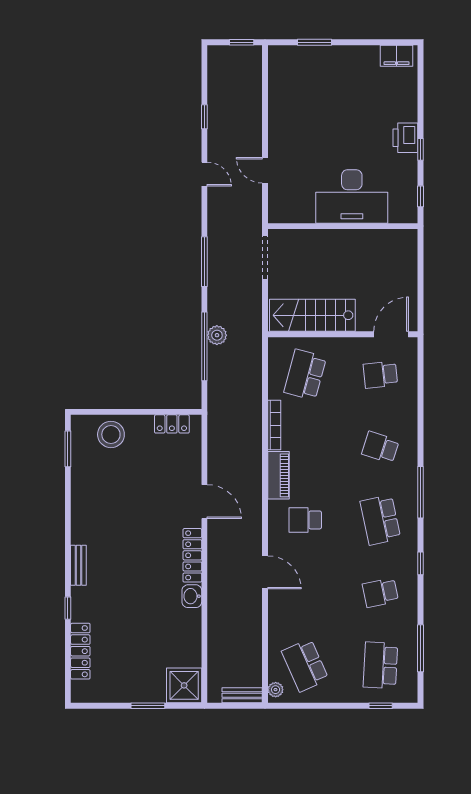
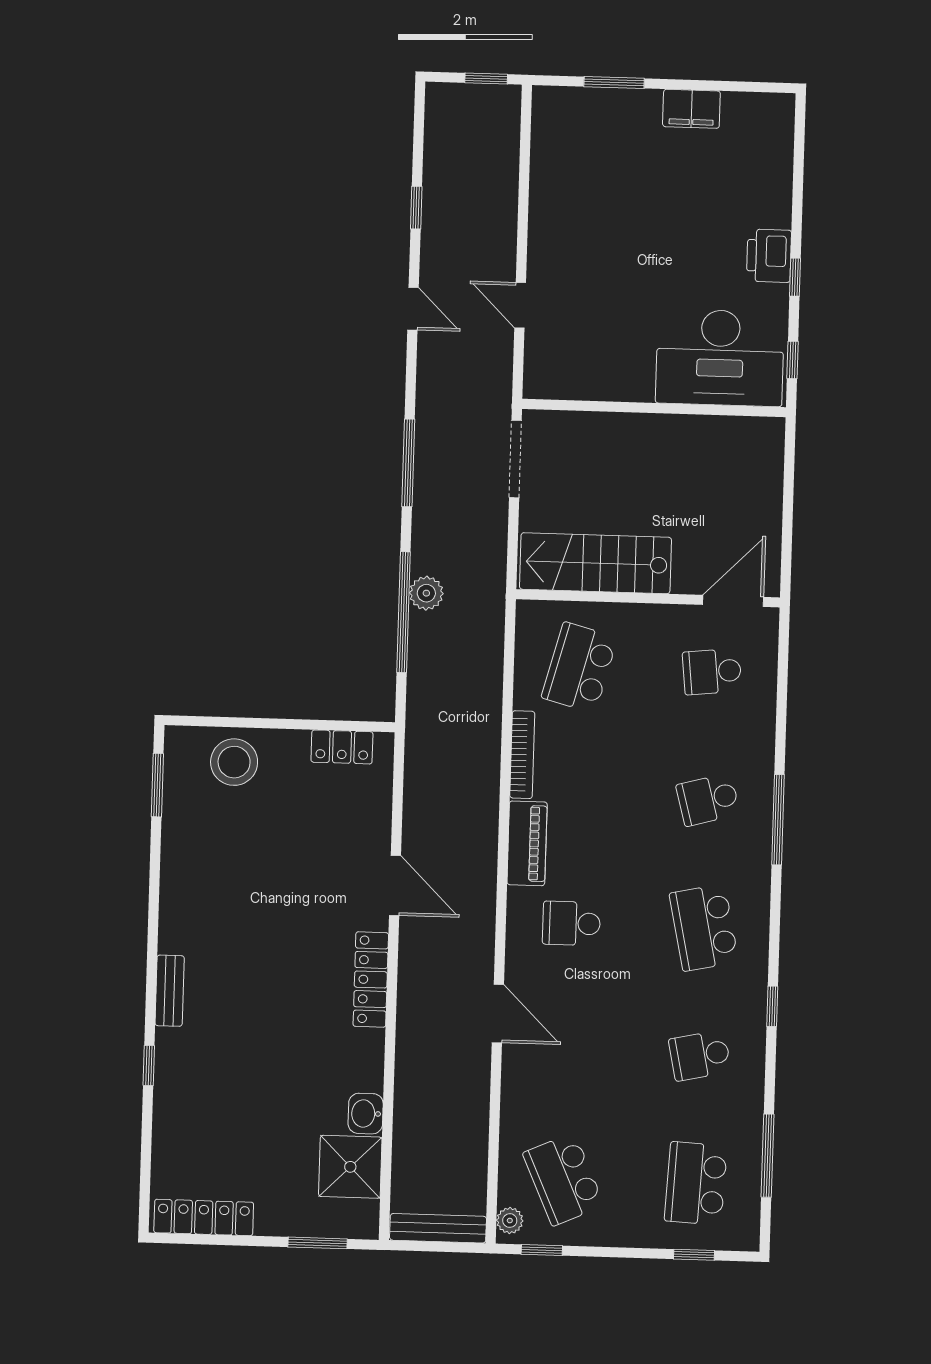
filing cabinet: (397, 56) -> (691, 109), moved
desk: (352, 196) -> (720, 358), moved
school desk: (380, 447) -> (708, 800), turned -33
window: (421, 492) -> (778, 820), moved
washbasin: (192, 596) -> (366, 1114), moved
locker: (80, 651) -> (204, 1217), moved, turned -90
shower: (184, 685) -> (350, 1167), moved
bench: (242, 695) -> (438, 1228), width x1.36
window: (148, 706) -> (318, 1243), moved
window: (294, 706) -> (542, 1250), added

